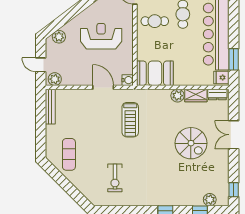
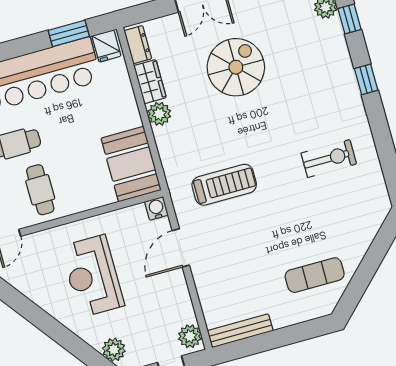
exercise bike: (115, 178) -> (329, 159), moved

